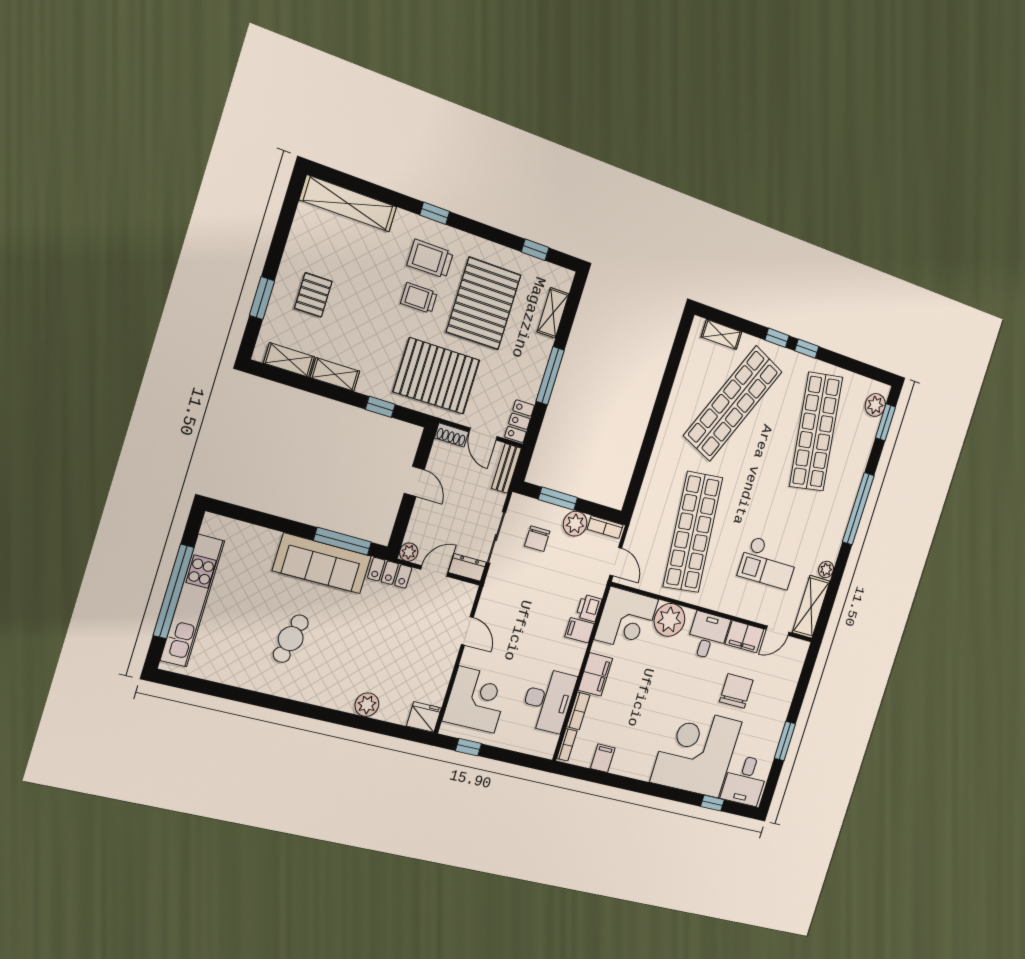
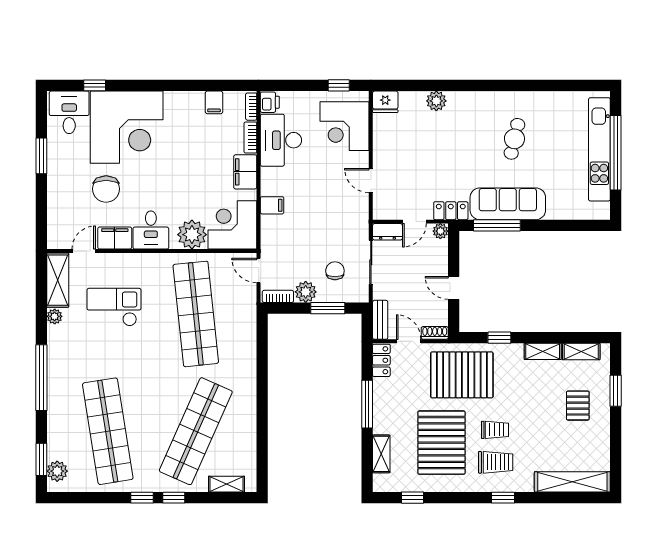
printer: (589, 608) -> (270, 102), moved

